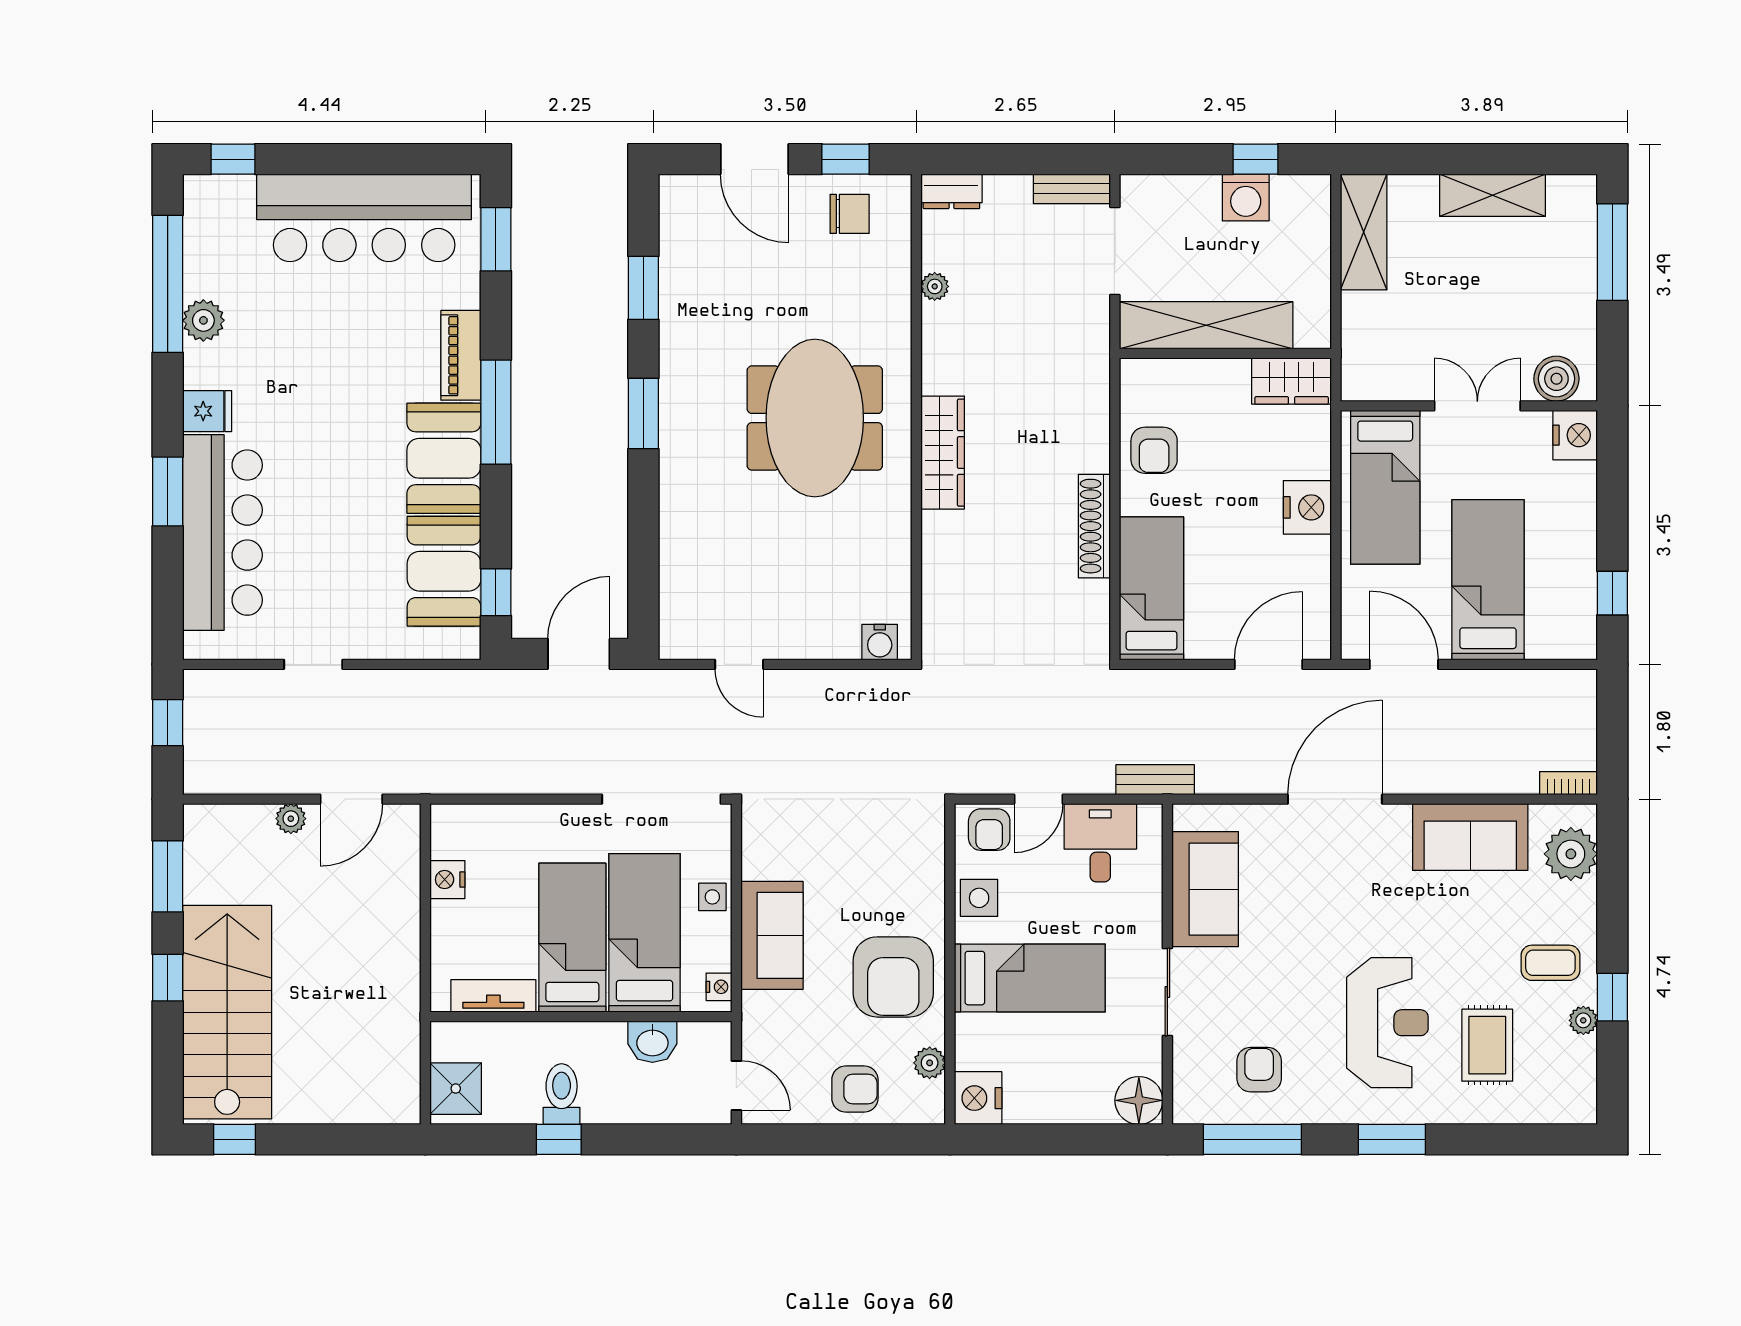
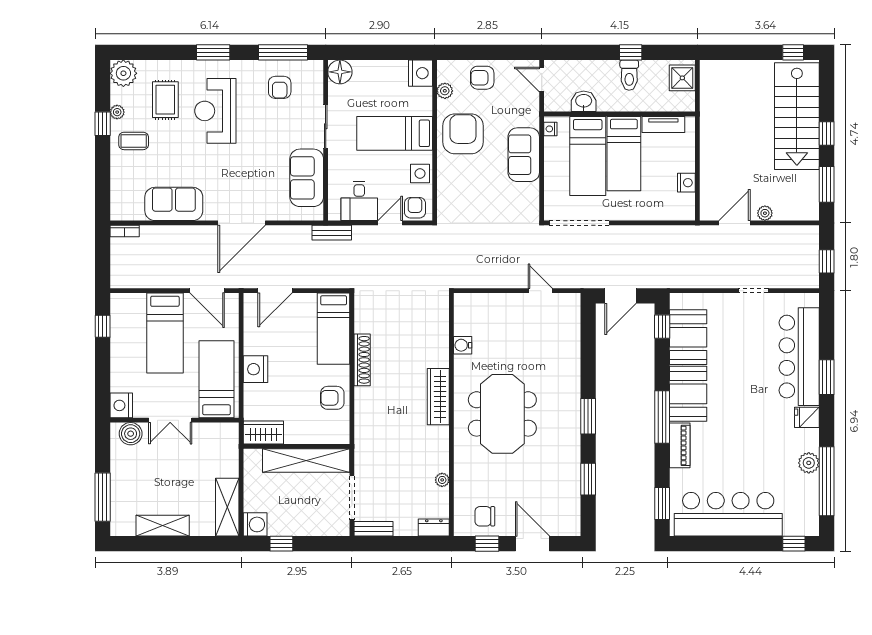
washing machine: (1246, 198) -> (255, 524), moved, turned 90
armchair: (1154, 450) -> (332, 398), turned -90
water cooler: (880, 642) -> (463, 345), moved, turned -90
plant: (1571, 854) -> (123, 73), moved
side table: (712, 897) -> (554, 174), removed

